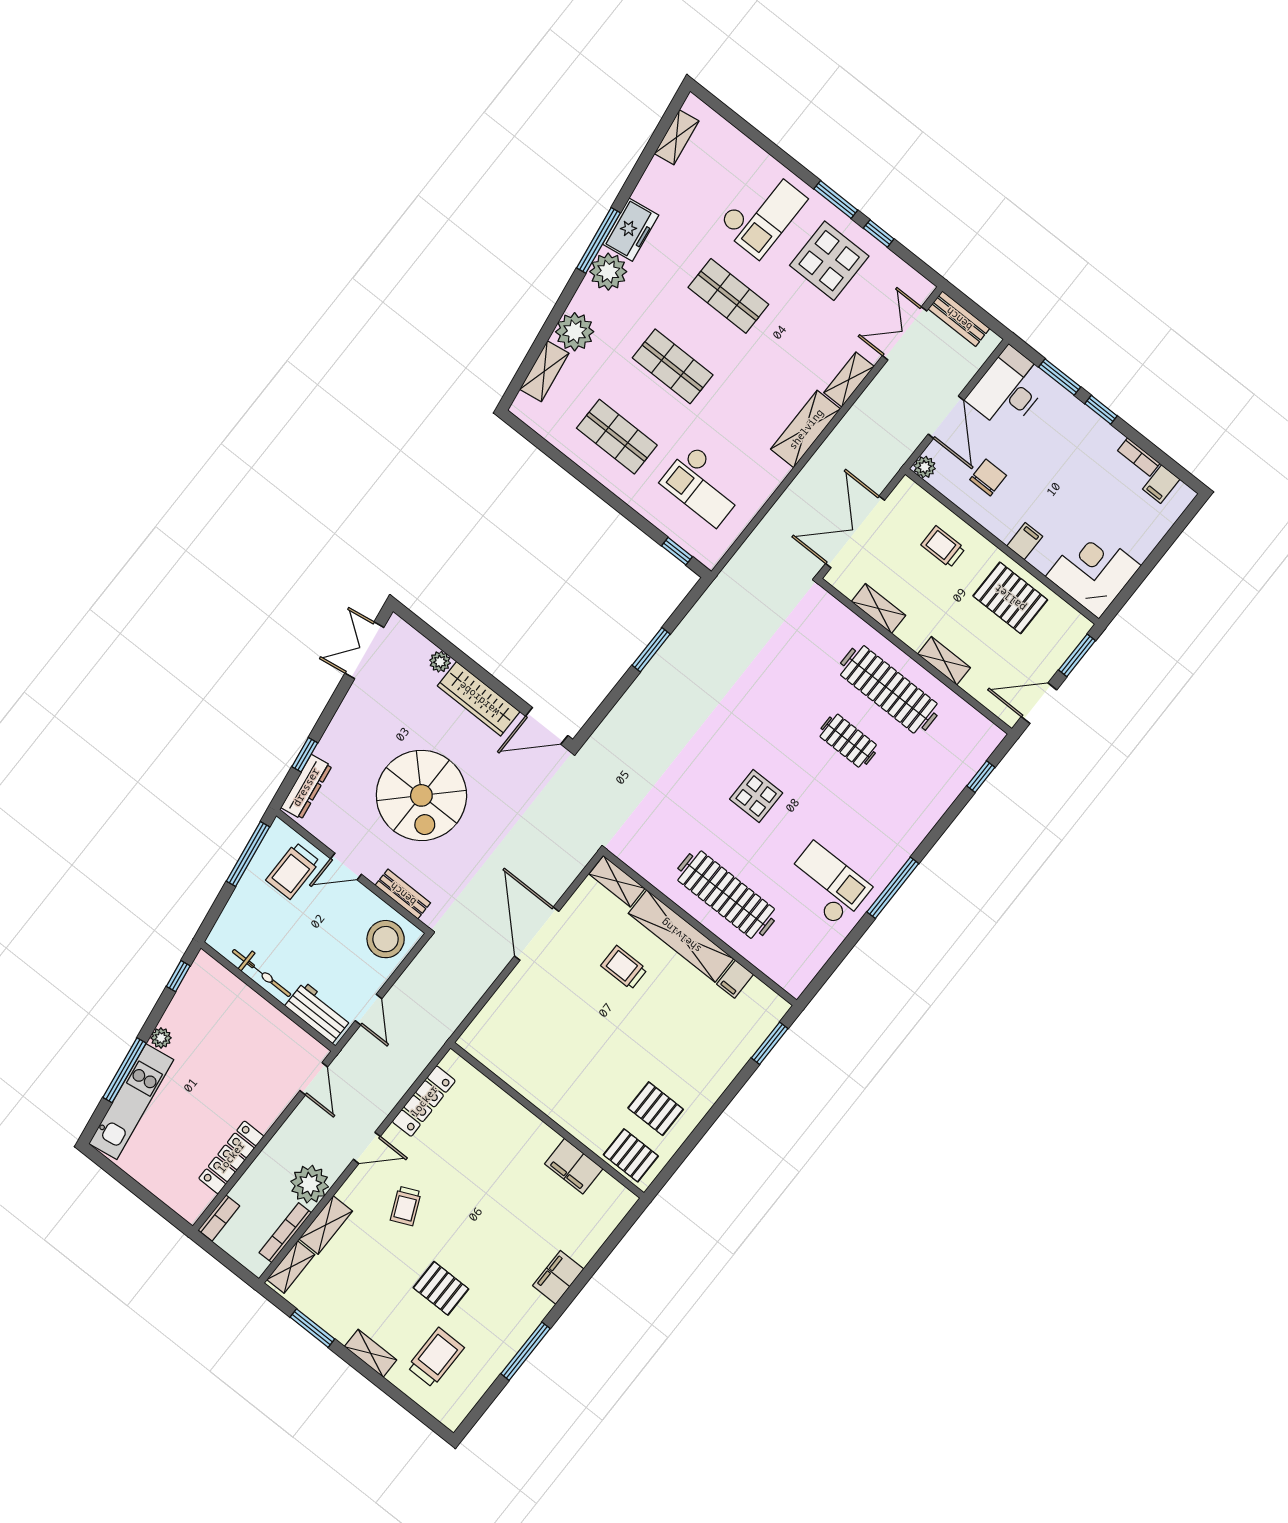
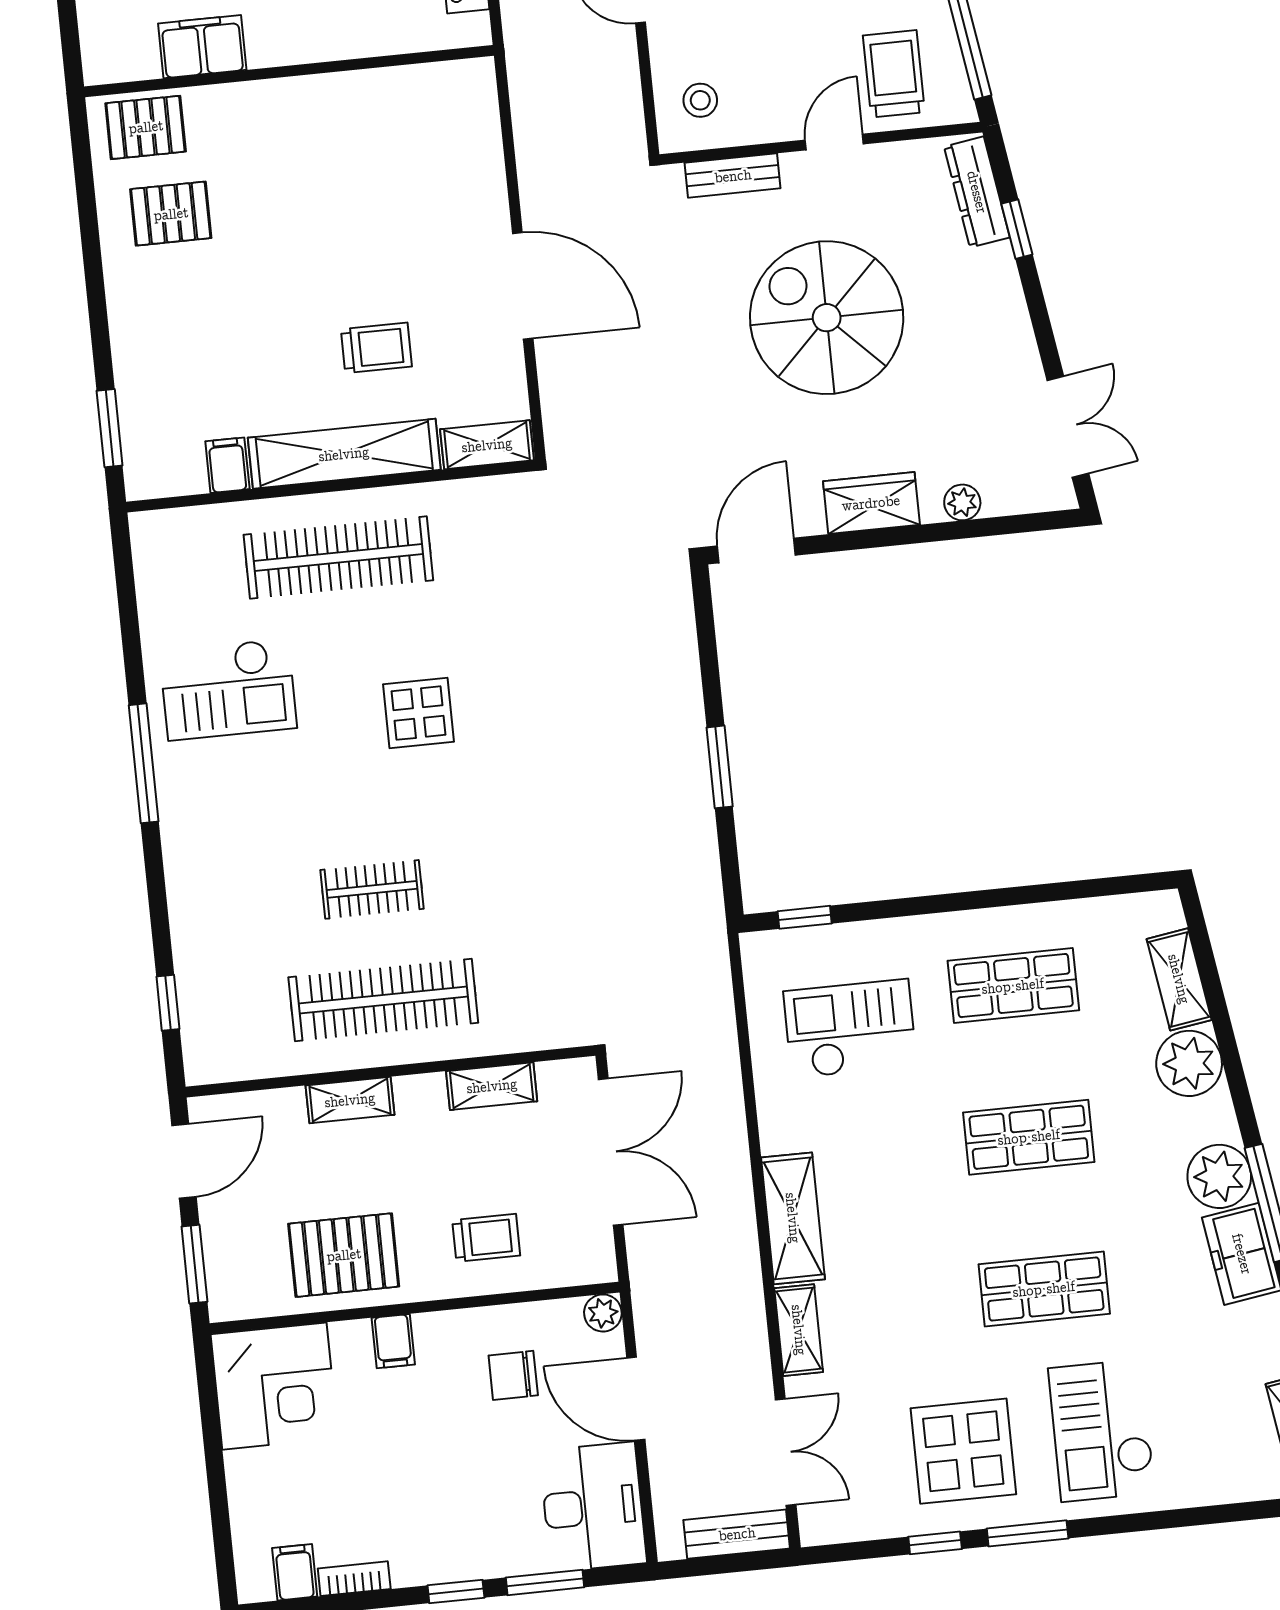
chair: (988, 478) -> (513, 1375), turned 90
wardrobe: (479, 699) -> (871, 503), width x0.67
stool: (386, 939) -> (700, 100), width x0.53, depth x0.53

